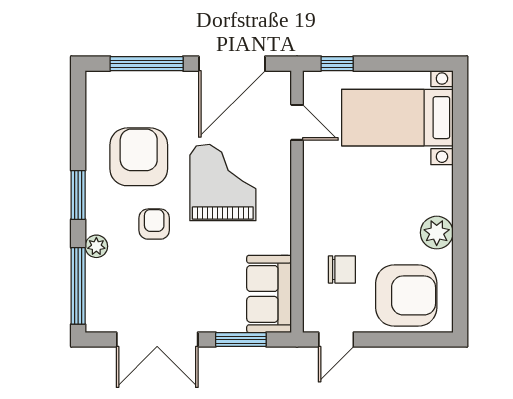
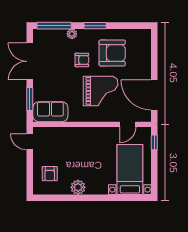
window: (147, 64) -> (154, 57), removed
chair: (342, 270) -> (61, 145), removed
armchair: (406, 295) -> (50, 174), width x0.53, depth x0.53

